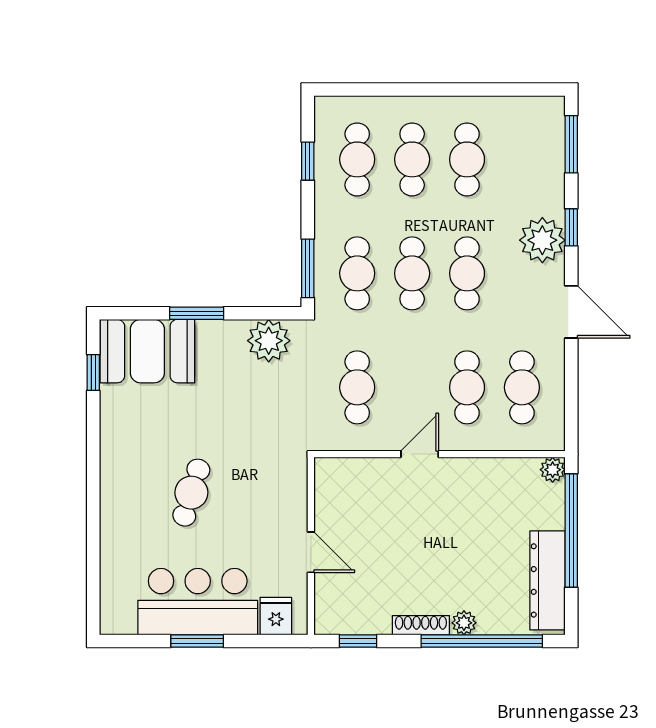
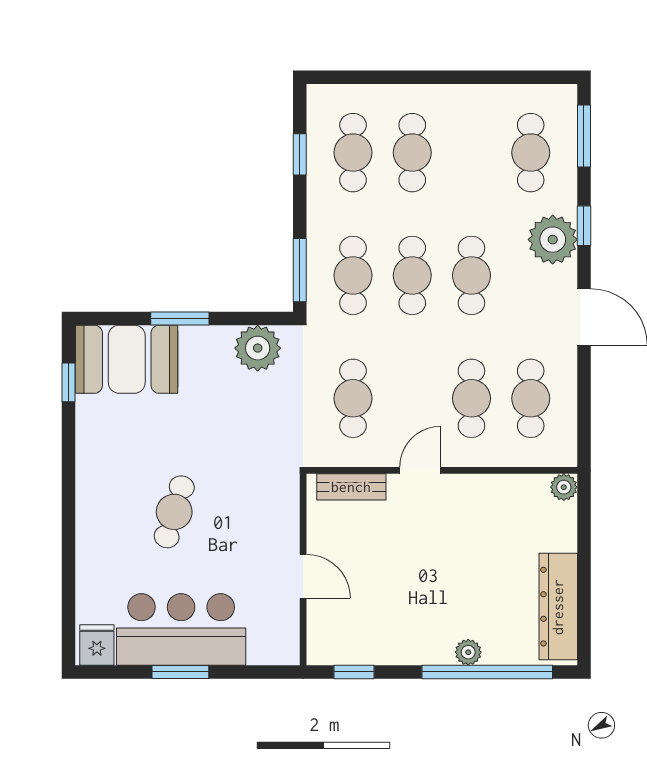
cafe table: (467, 159) -> (531, 153), moved
bench: (356, 469) -> (351, 487), added
window: (571, 530) -> (584, 553), removed
fridge: (276, 616) -> (97, 645), moved
shoe rack: (421, 625) -> (422, 655), removed

